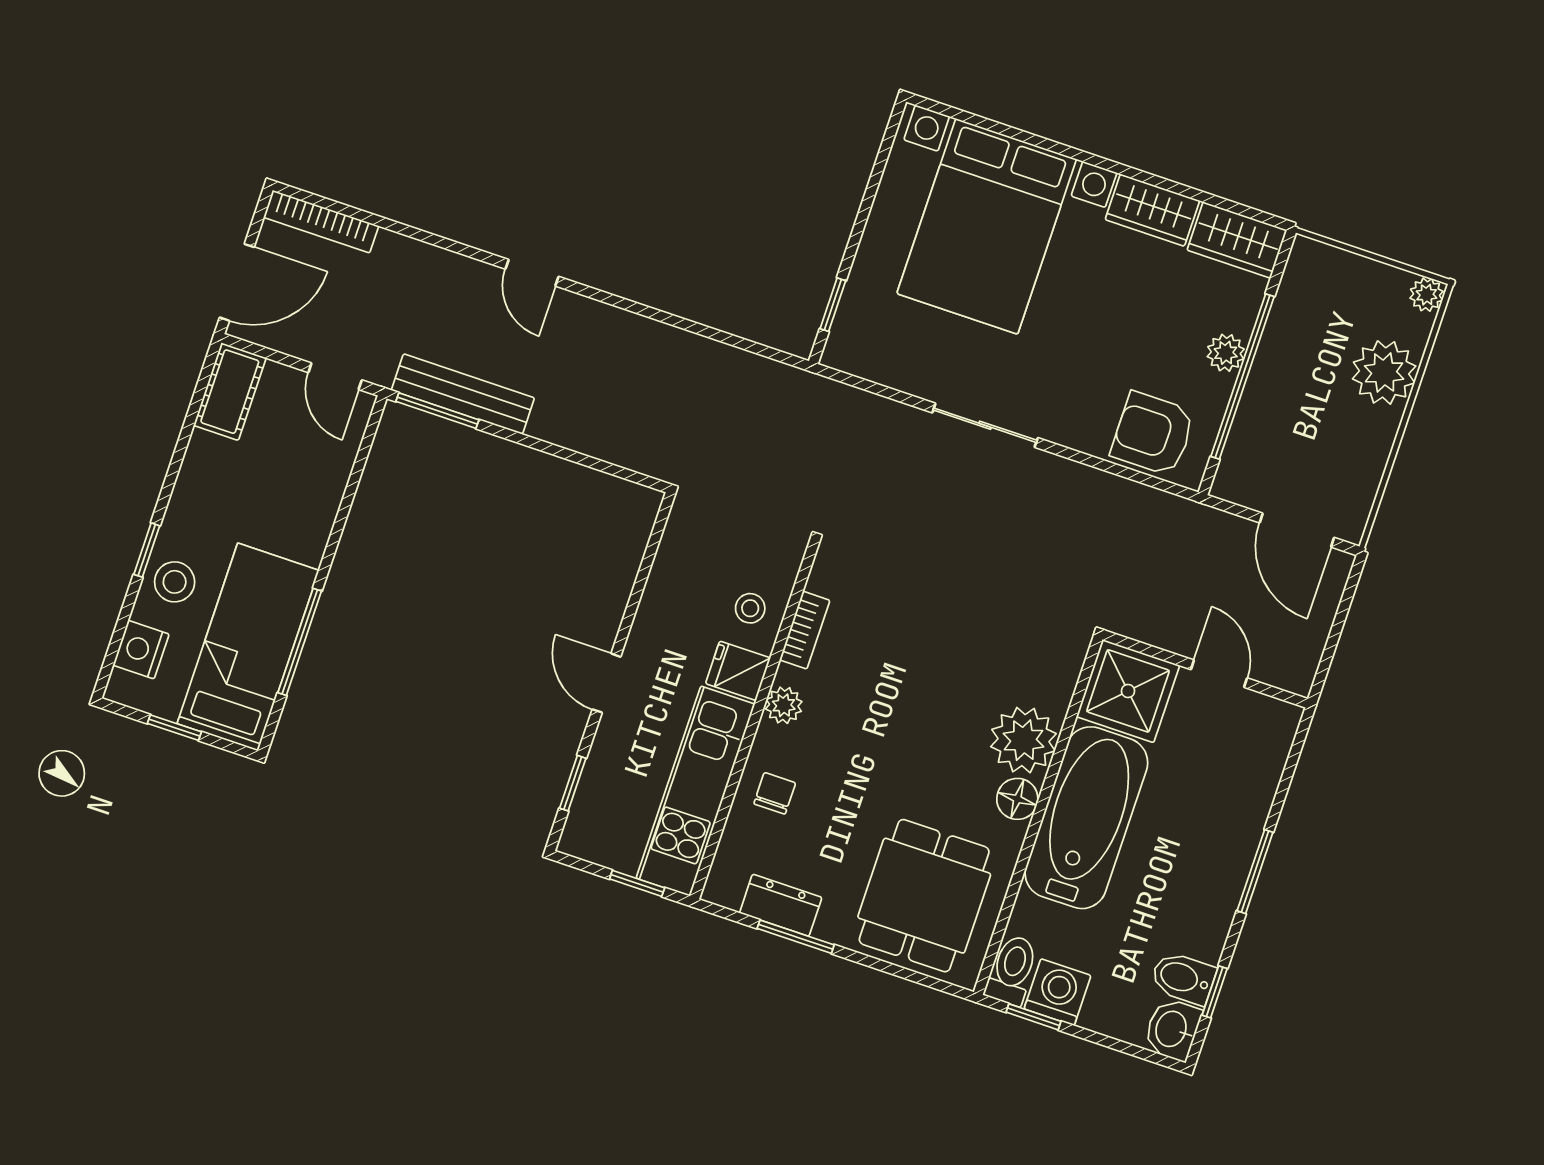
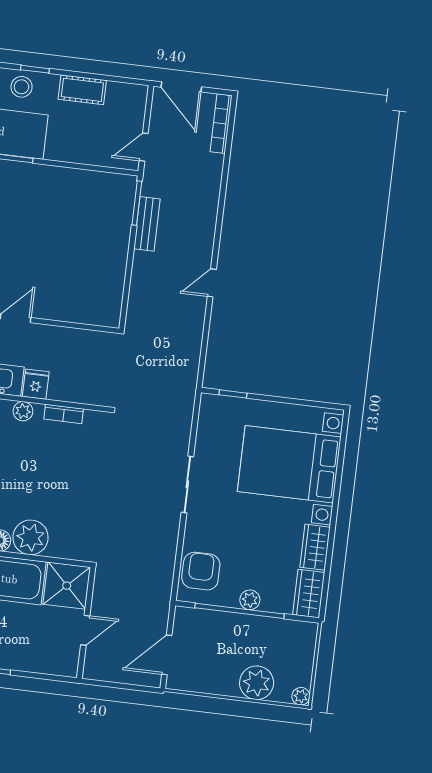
door: (532, 273) -> (212, 283), moved
cot: (230, 392) -> (82, 90), moved
bench: (463, 394) -> (147, 224), width x0.73
stool: (750, 608) -> (69, 384), removed

